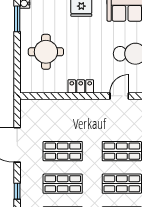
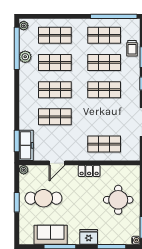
shop shelf: (63, 151) -> (104, 144), moved

